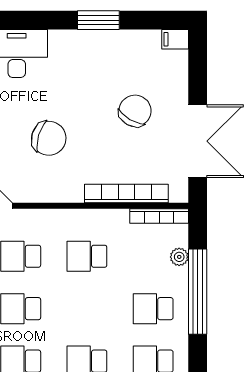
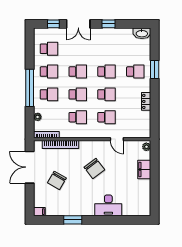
chair: (49, 138) -> (94, 169), turned -144
window: (198, 292) -> (30, 88), moved
school desk: (87, 309) -> (78, 94), added

